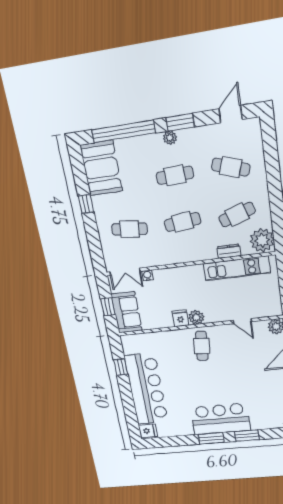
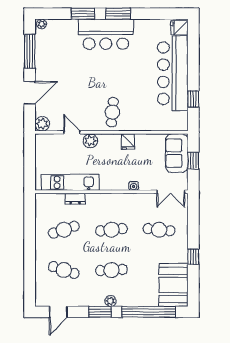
plant: (262, 240) -> (45, 205), removed
double door: (125, 272) -> (171, 192), swing flipped
water cooler: (147, 275) -> (134, 186), moved
plant: (196, 317) -> (90, 141), moved

